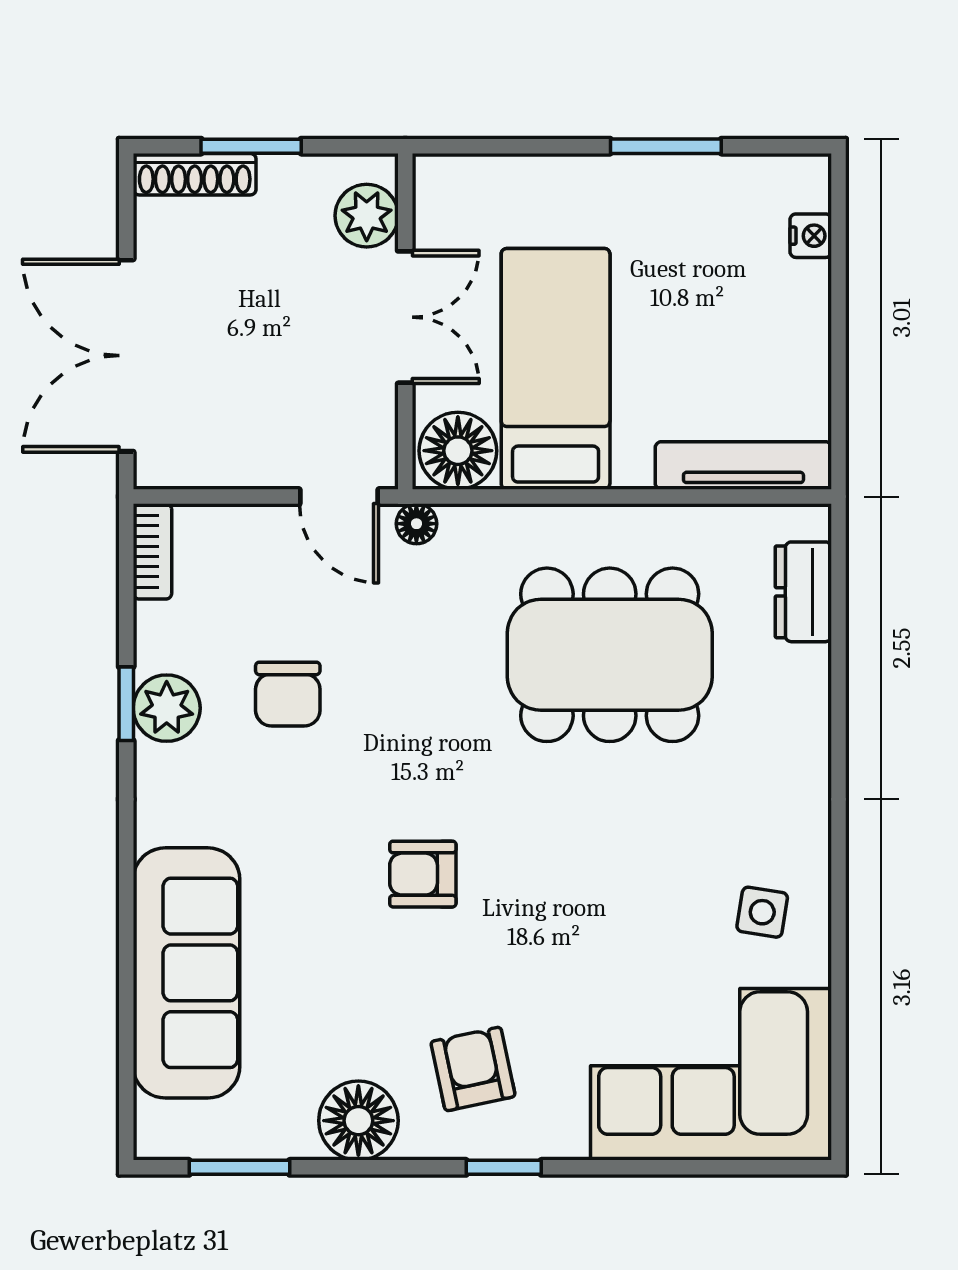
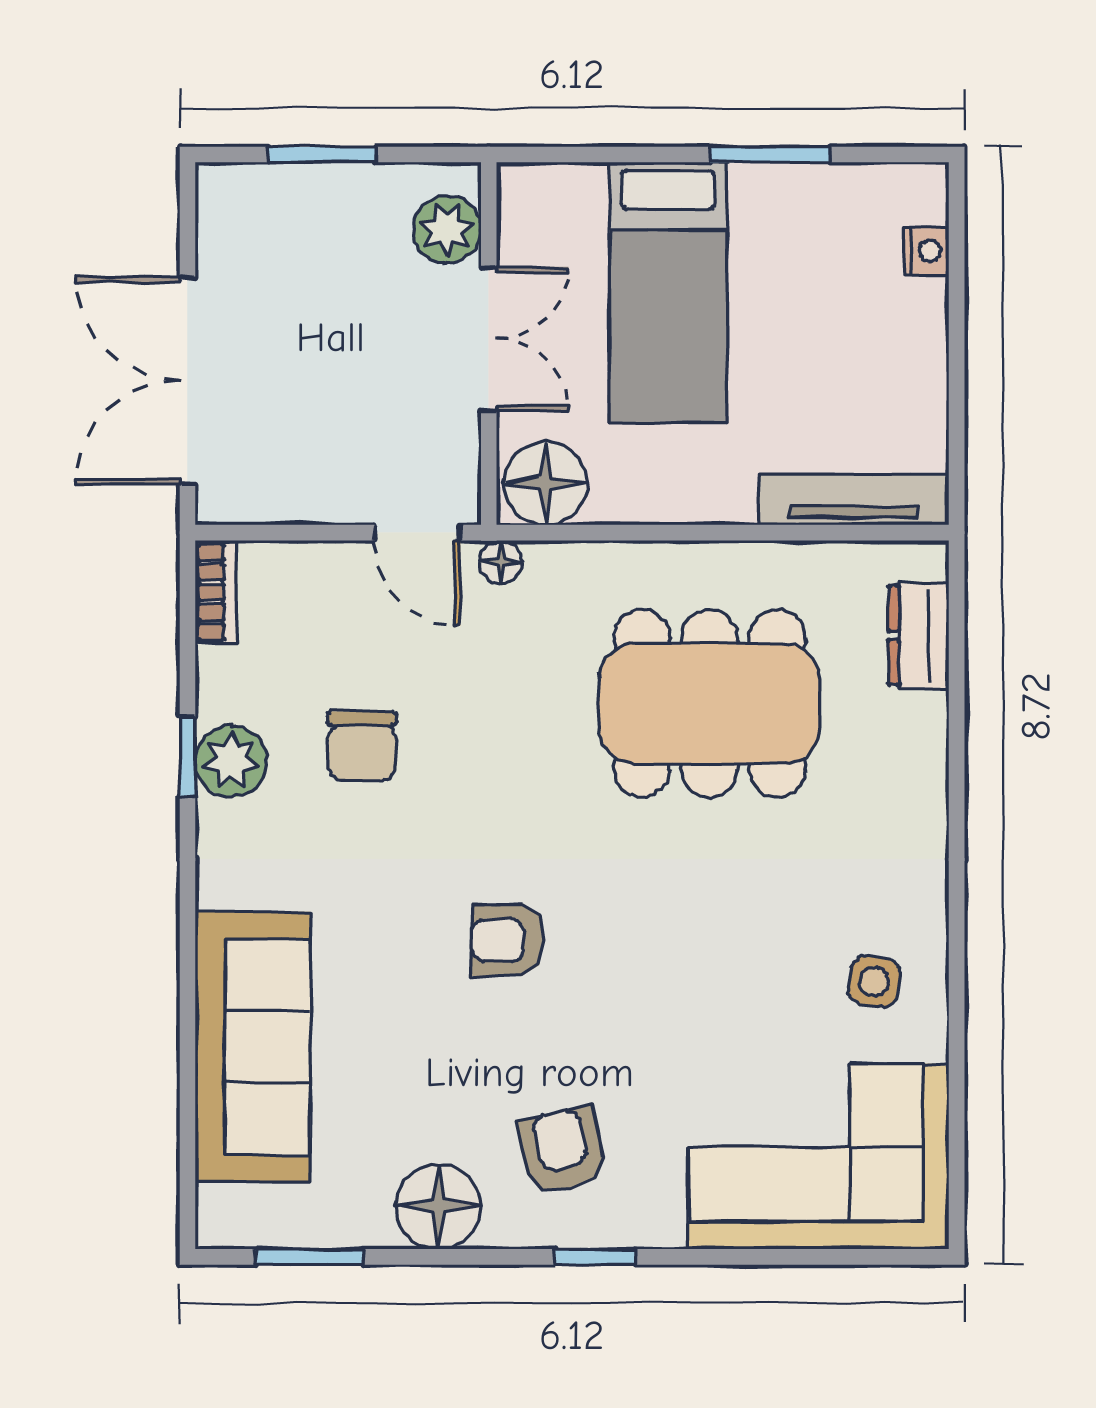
shoe rack: (195, 174) -> (261, 185), removed
bed: (556, 369) -> (668, 292), moved, turned 180

